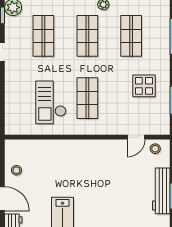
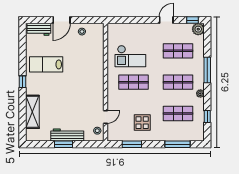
checkout: (51, 102) -> (130, 56), turned 180
door: (136, 137) -> (106, 117), swing flipped

